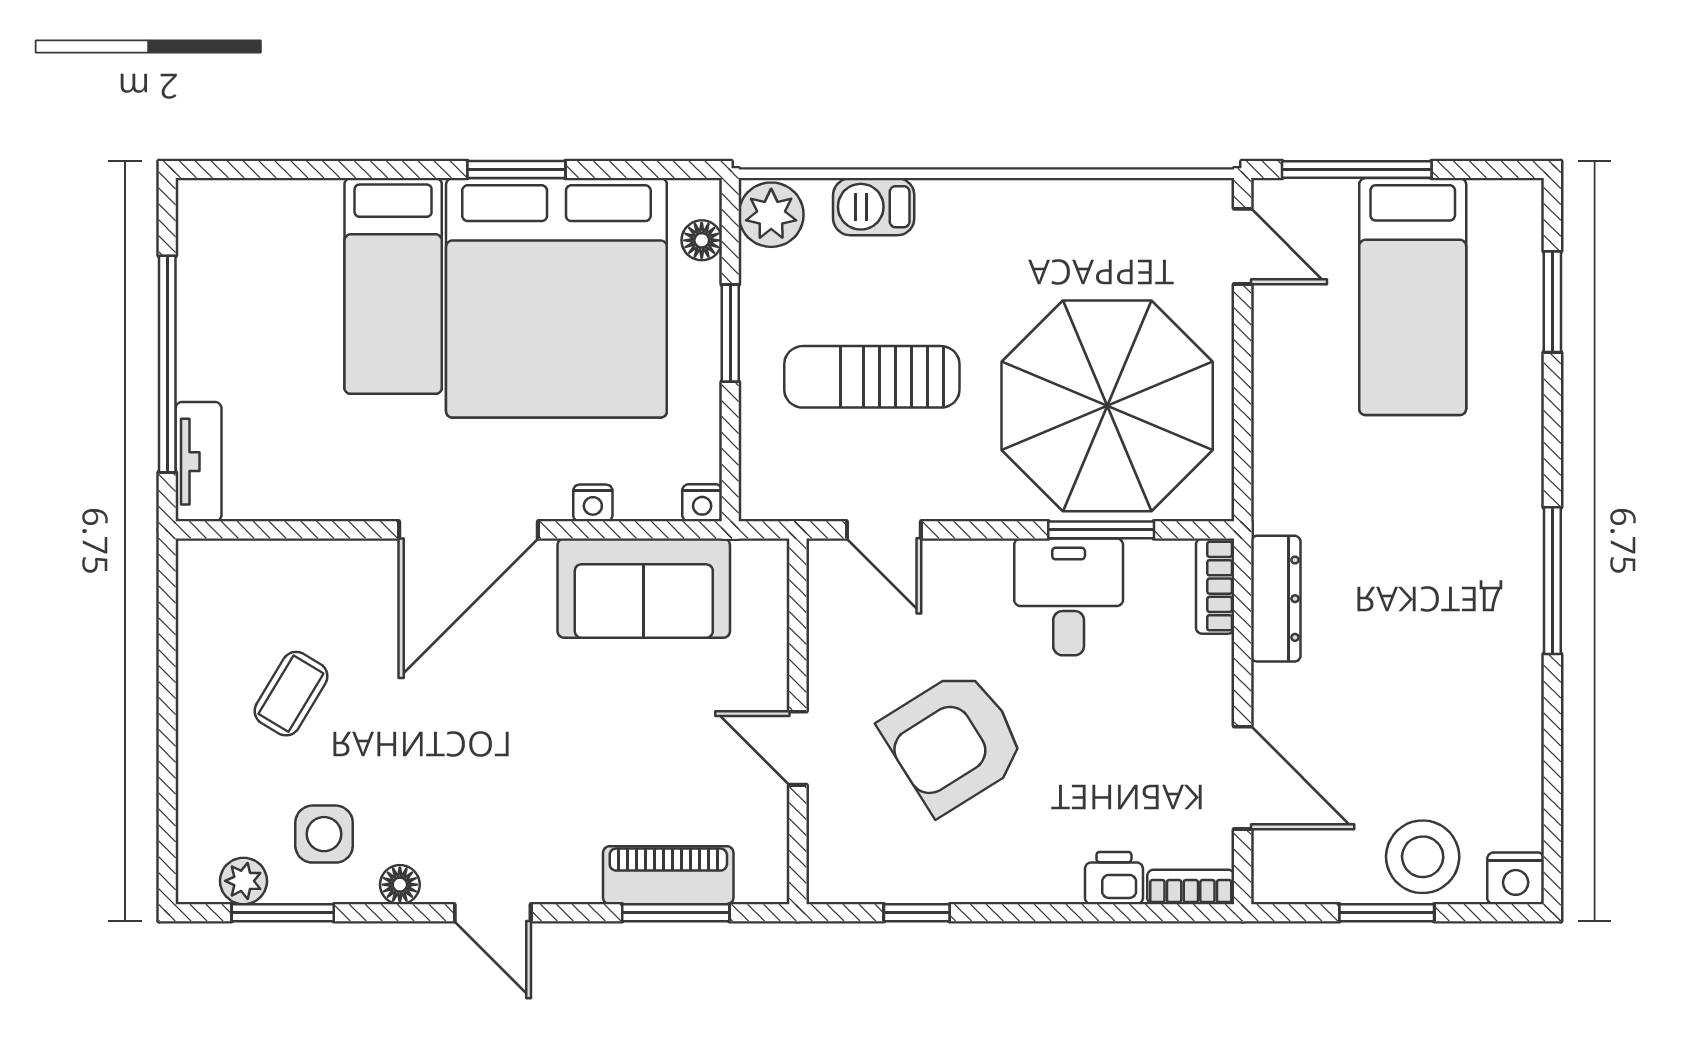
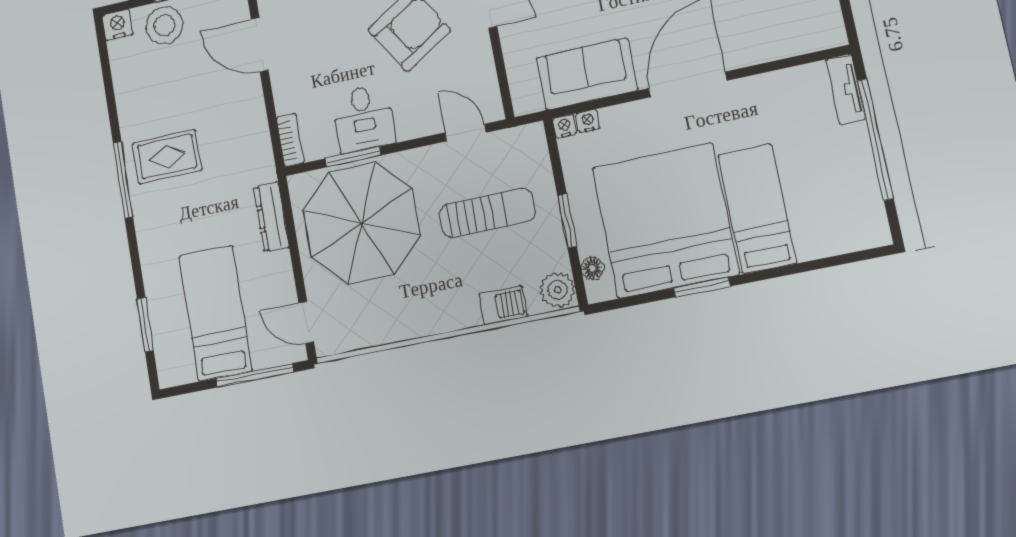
nightstand: (593, 503) -> (588, 121), moved
dresser: (1276, 599) -> (271, 217), moved
rug: (1458, 606) -> (167, 157), added

